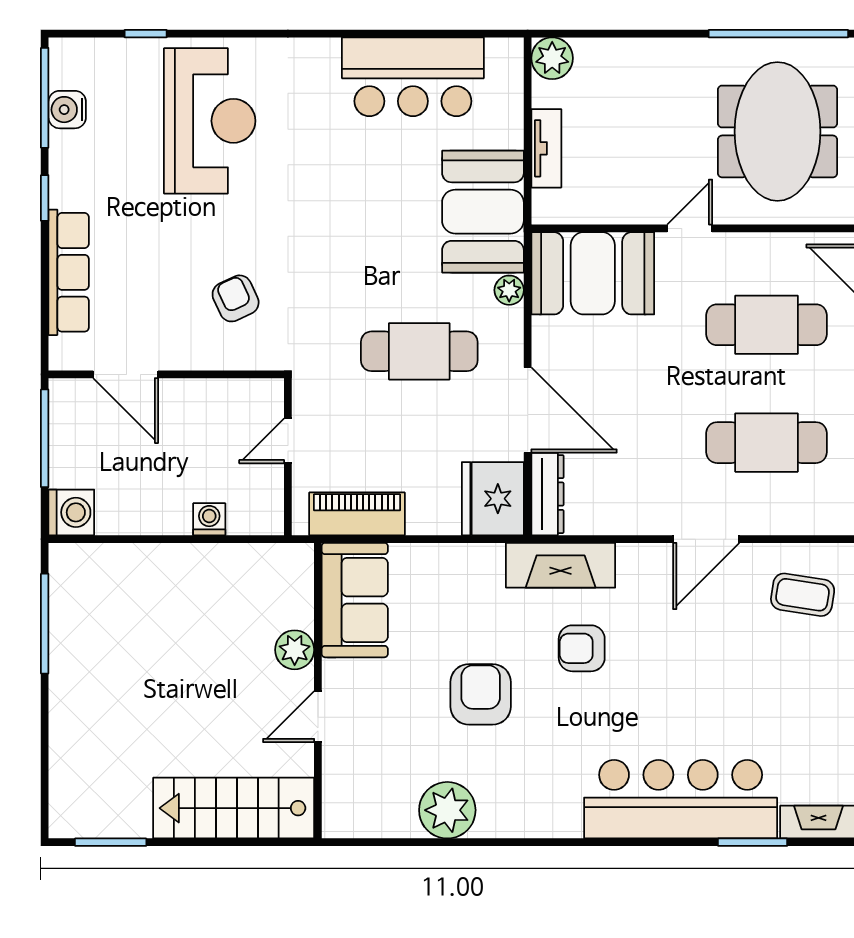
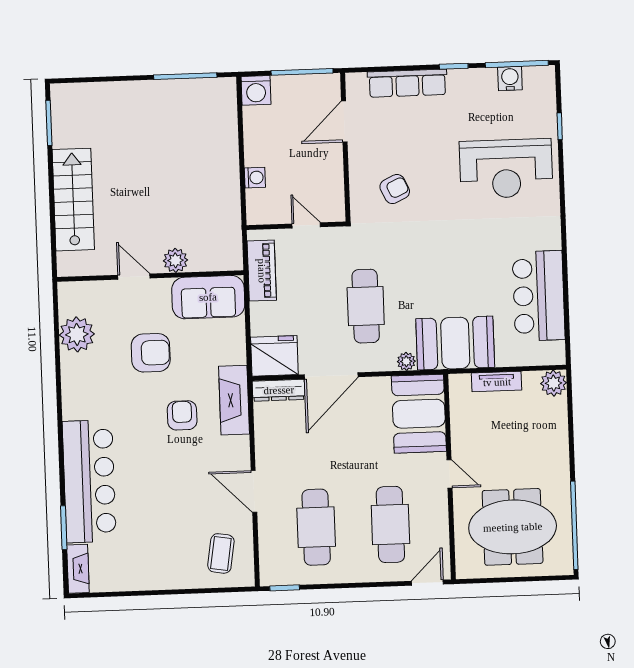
sofa: (355, 600) -> (208, 297), moved
plant: (295, 650) -> (175, 260), moved
wall: (318, 691) -> (150, 276), moved
door: (318, 717) -> (134, 277), moved

